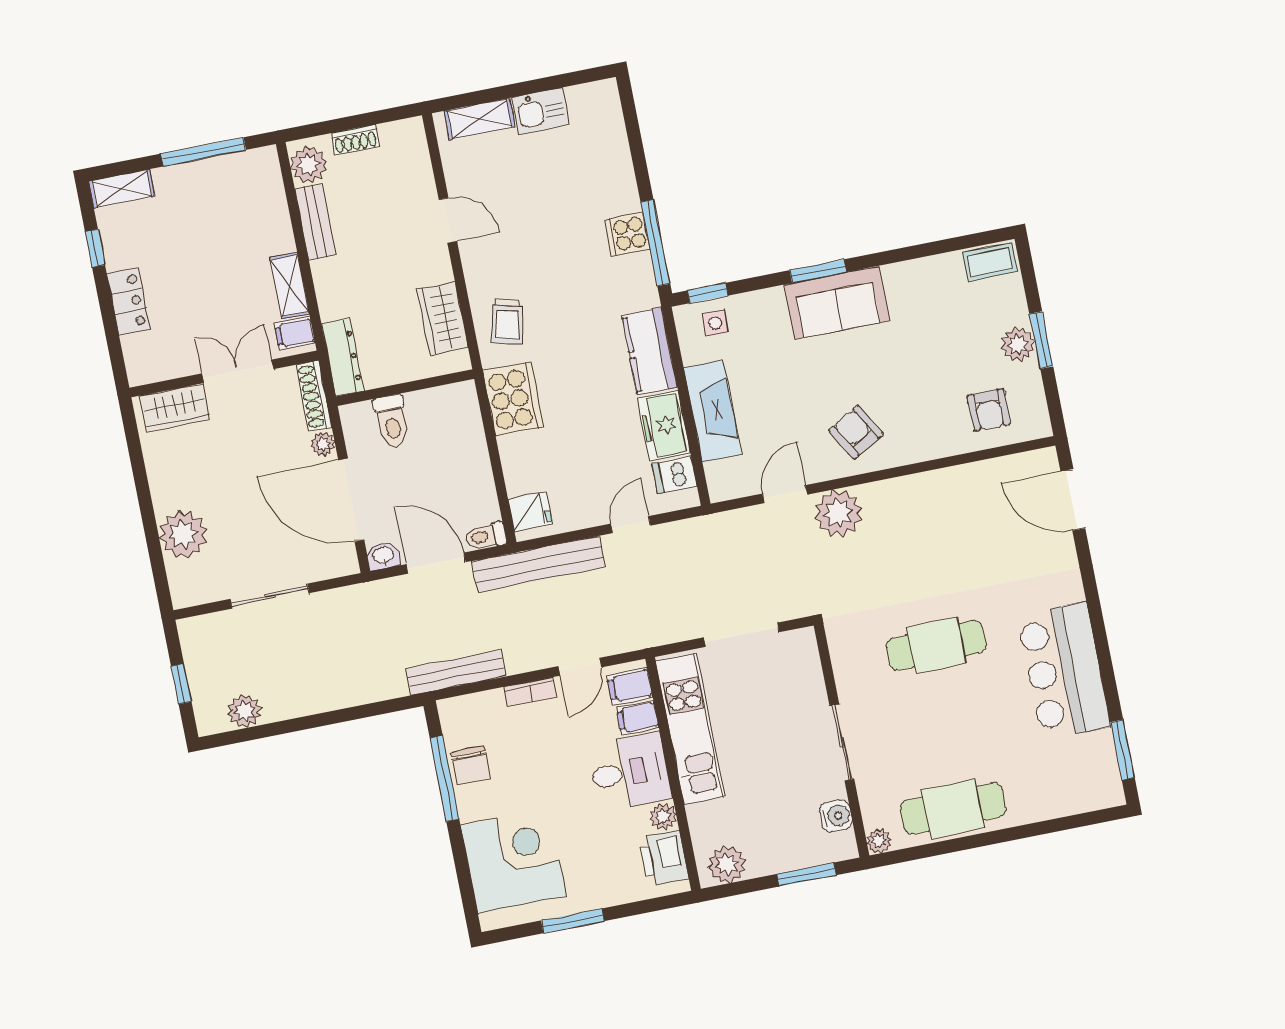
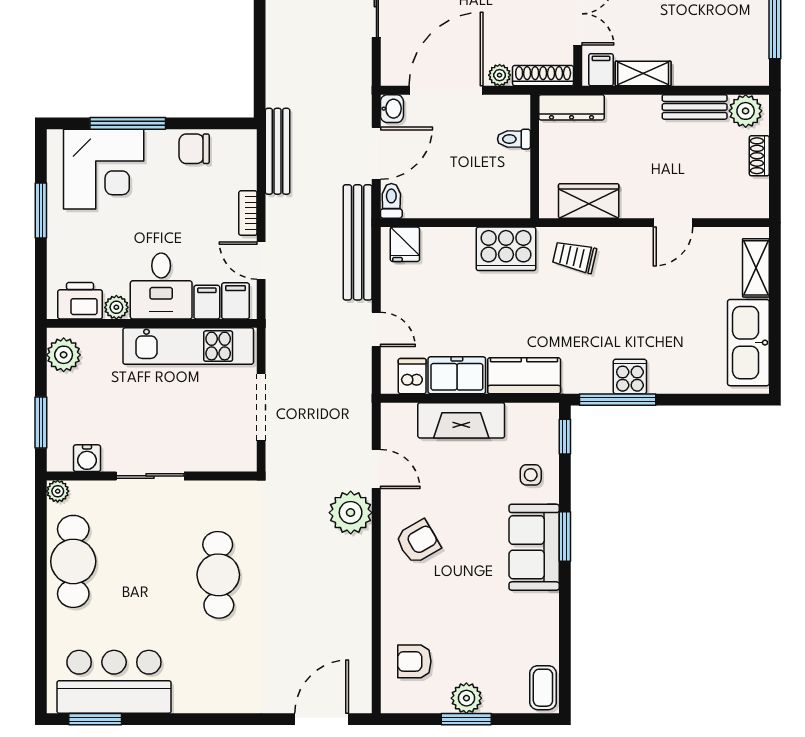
kitchen sink: (541, 111) -> (748, 343), width x1.88, depth x1.24
side table: (715, 323) -> (531, 475), moved
toilet: (392, 421) -> (514, 139), width x0.73, depth x0.72
bar counter: (1064, 671) -> (114, 682), moved
window: (444, 779) -> (128, 123), moved

